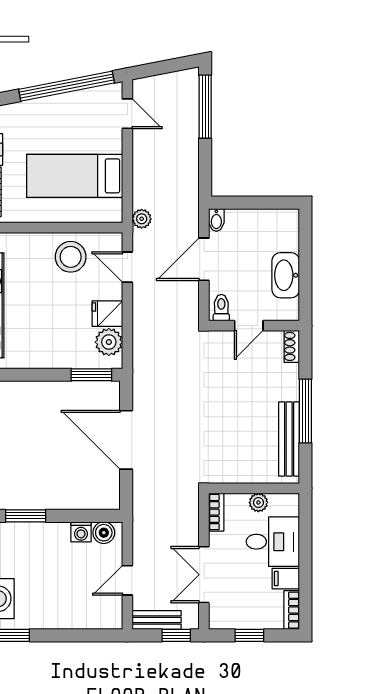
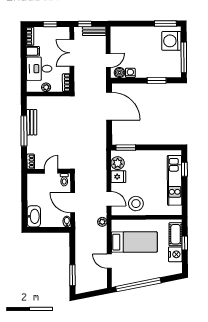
window: (205, 107) -> (72, 275), width x0.69
door: (127, 114) -> (109, 261), moved
door: (204, 259) -> (73, 203), swing flipped
washbasin: (286, 275) -> (34, 216), moved
bench: (289, 439) -> (32, 122), width x0.73
door: (126, 440) -> (109, 106), moved
double door: (204, 575) -> (72, 53), swing flipped
door: (127, 580) -> (108, 60), moved

